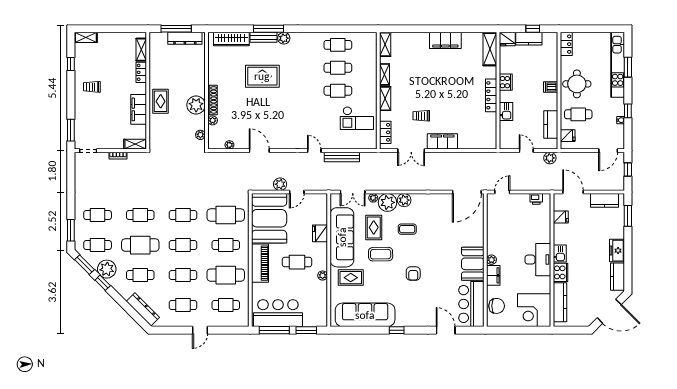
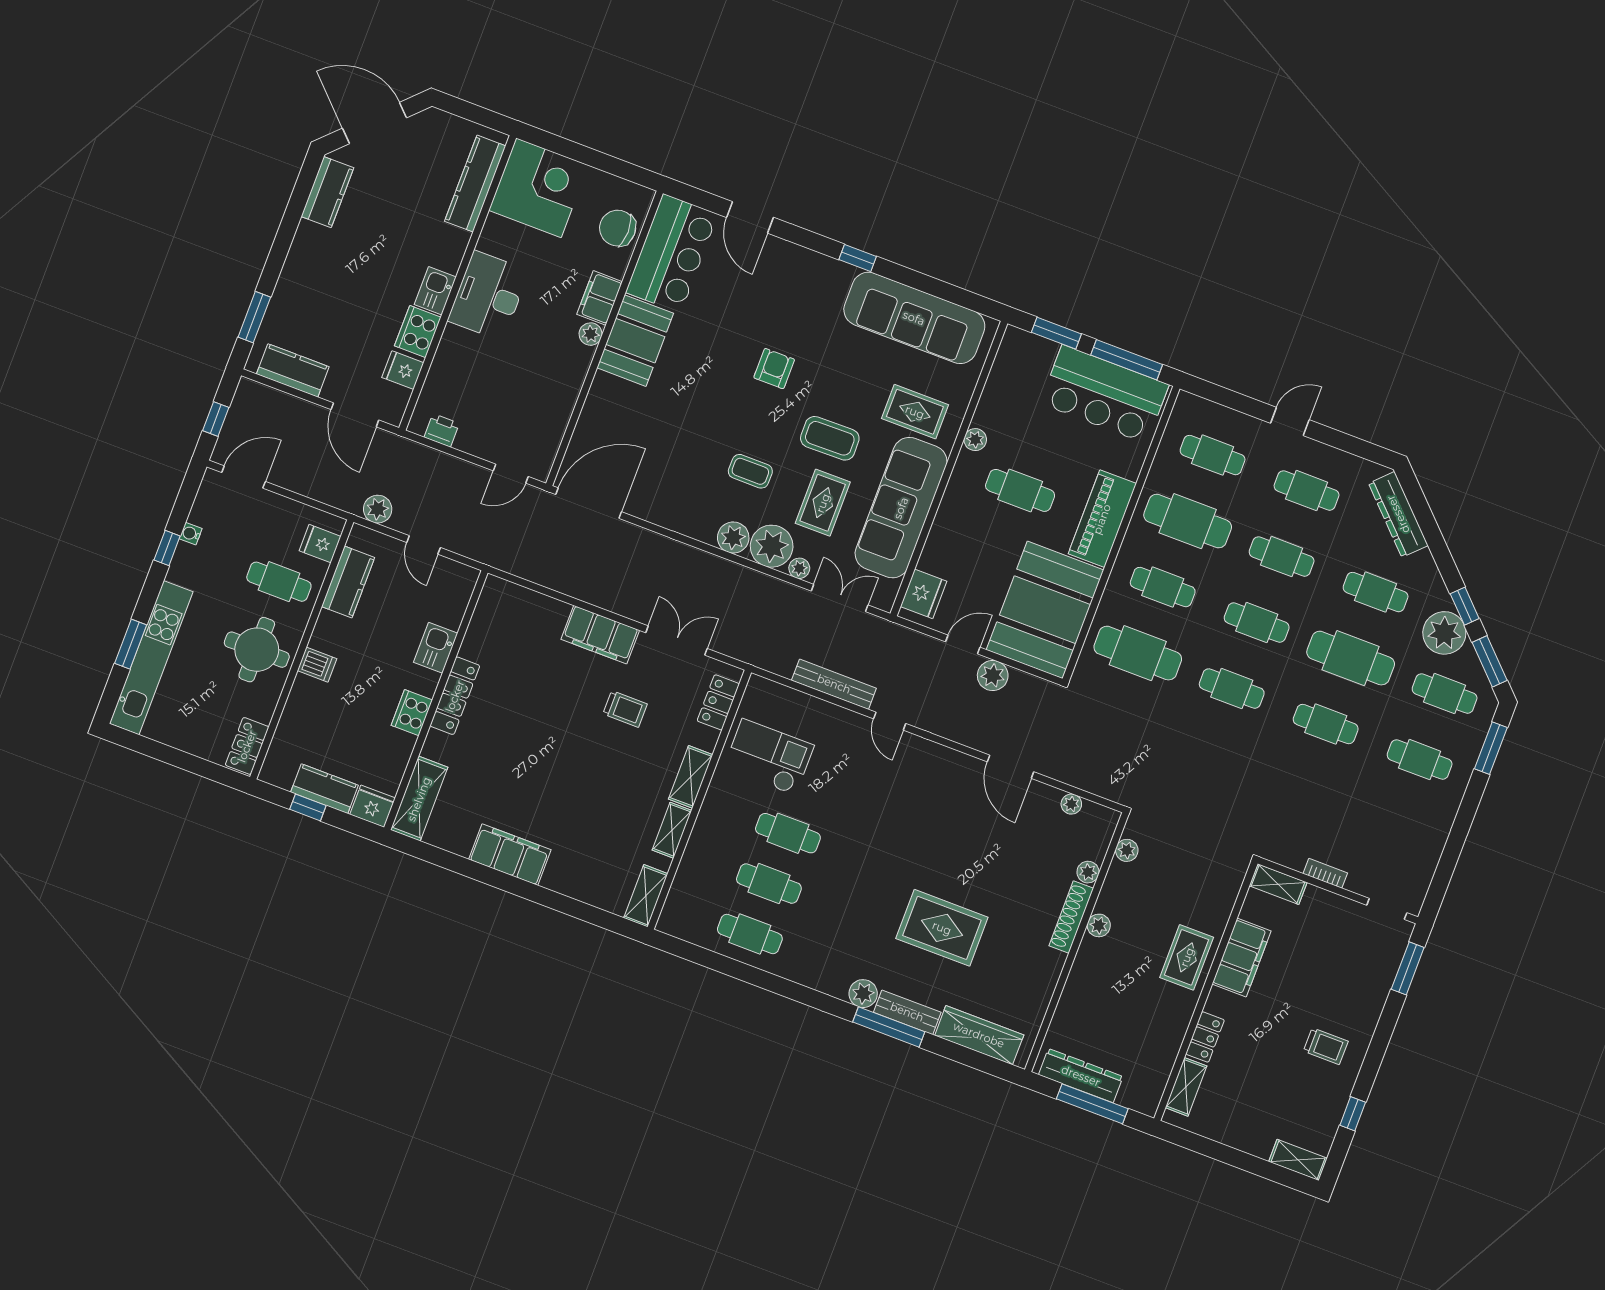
plant: (196, 105) -> (1099, 925), width x0.53, depth x0.53
fridge: (320, 233) -> (923, 594), moved
freezer: (617, 251) -> (307, 250), removed
cooker: (561, 272) -> (418, 332), moved

